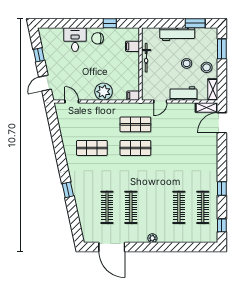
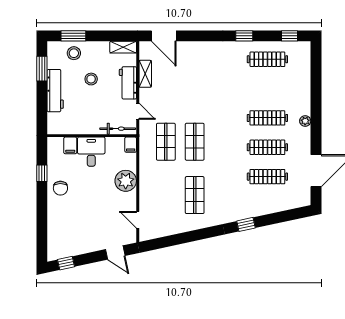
desk: (75, 40) -> (91, 152), moved, turned 90
window: (39, 55) -> (66, 263), moved
bicycle: (146, 58) -> (118, 129), moved
stool: (207, 67) -> (74, 53), moved
door: (72, 101) -> (138, 220), hinge flipped
shelving: (206, 107) -> (145, 74), moved
clothes rail: (179, 207) -> (267, 118), moved

